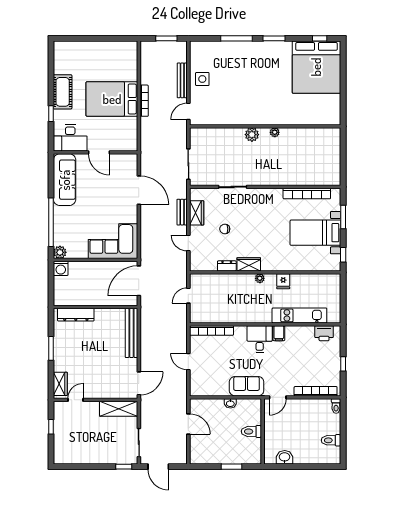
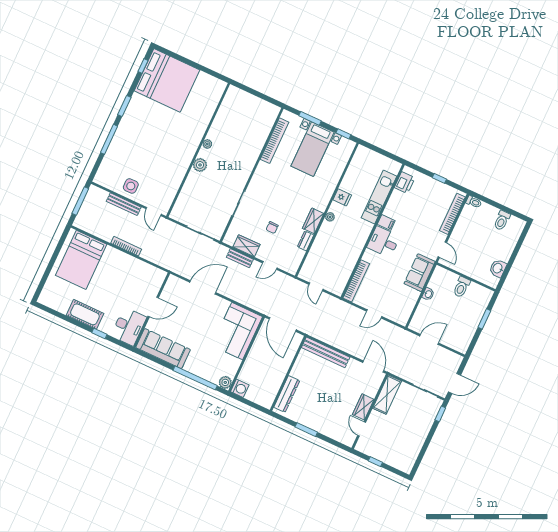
window: (166, 38) -> (80, 201), width x1.44
bed: (112, 99) -> (81, 260), moved
wardrobe: (60, 384) -> (363, 407), moved, turned -90

